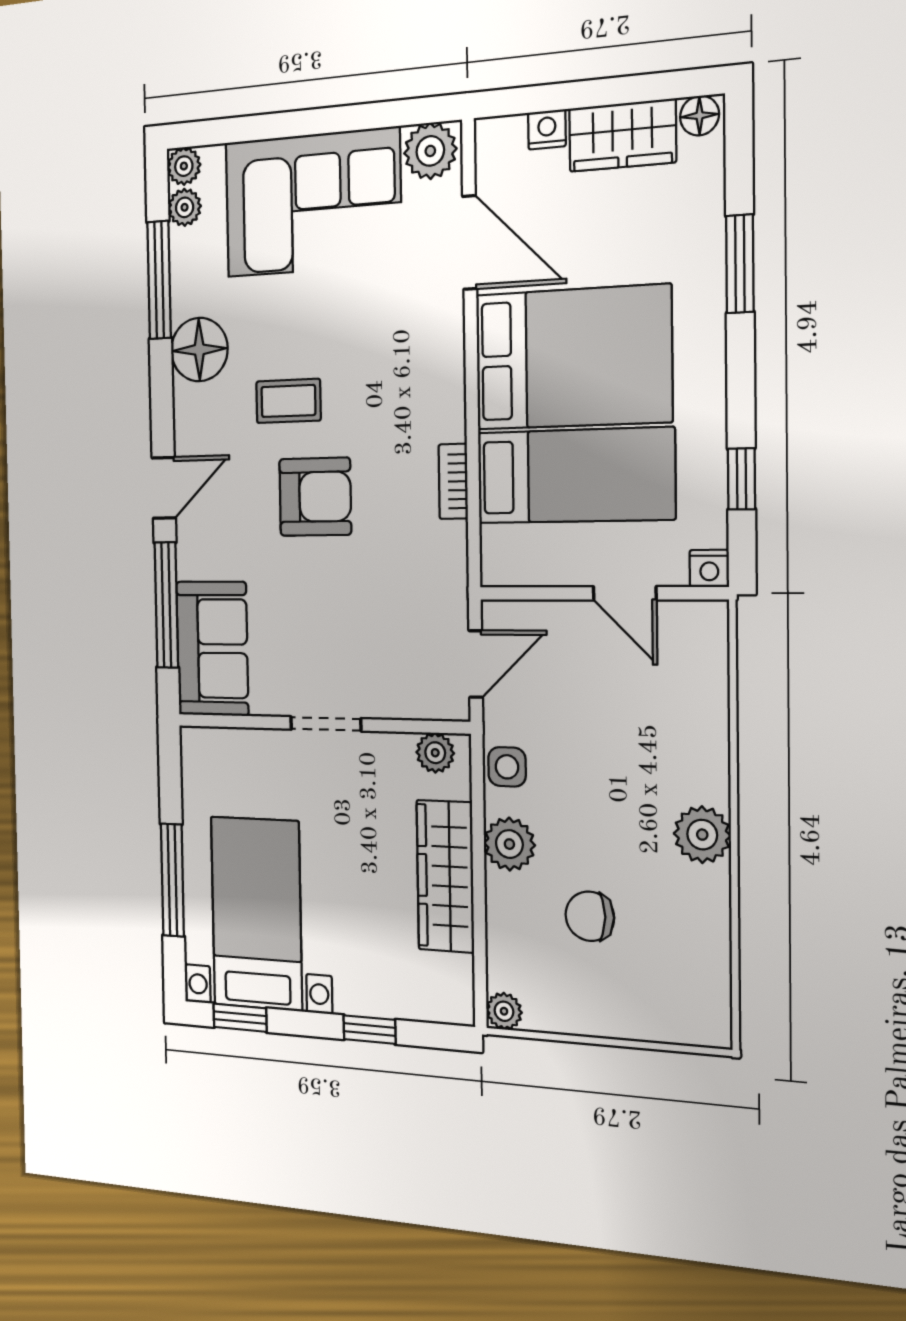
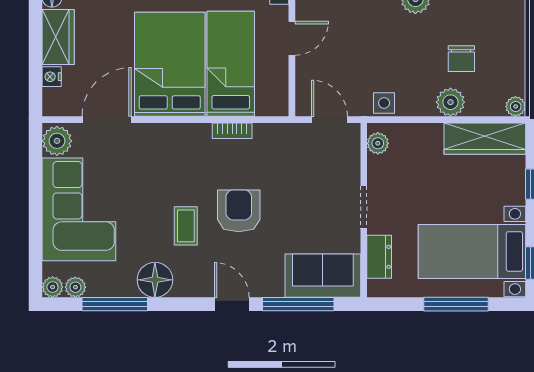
dresser: (245, 749) -> (379, 257), added
plant: (509, 844) -> (450, 102), moved
wardrobe: (445, 876) -> (485, 139), moved

